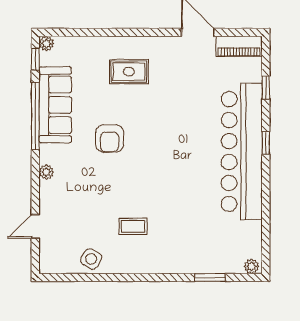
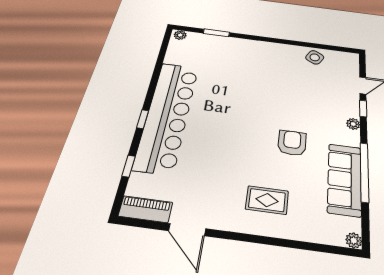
window: (35, 59) -> (363, 109), moved
coffee table: (133, 226) -> (277, 74), removed

